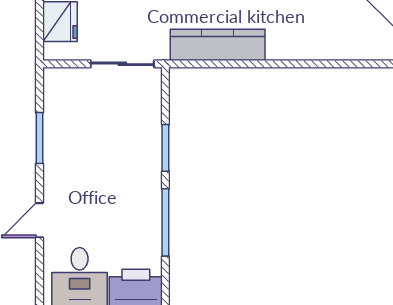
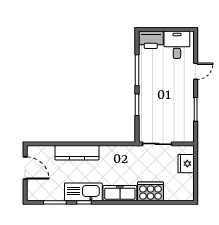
kitchen counter: (218, 45) -> (77, 153), moved

